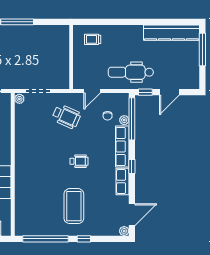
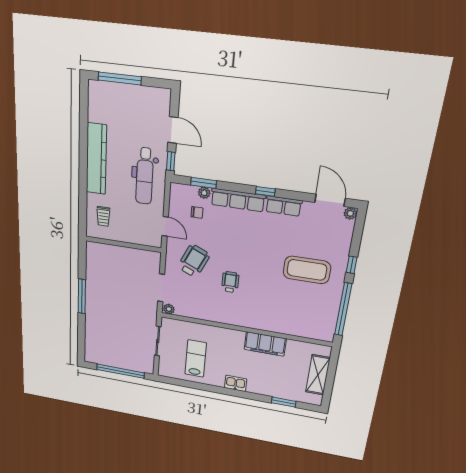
kitchen counter: (171, 33) -> (96, 159), moved
window: (132, 119) -> (204, 183), width x0.47
wheelchair: (79, 161) -> (230, 282), moved

